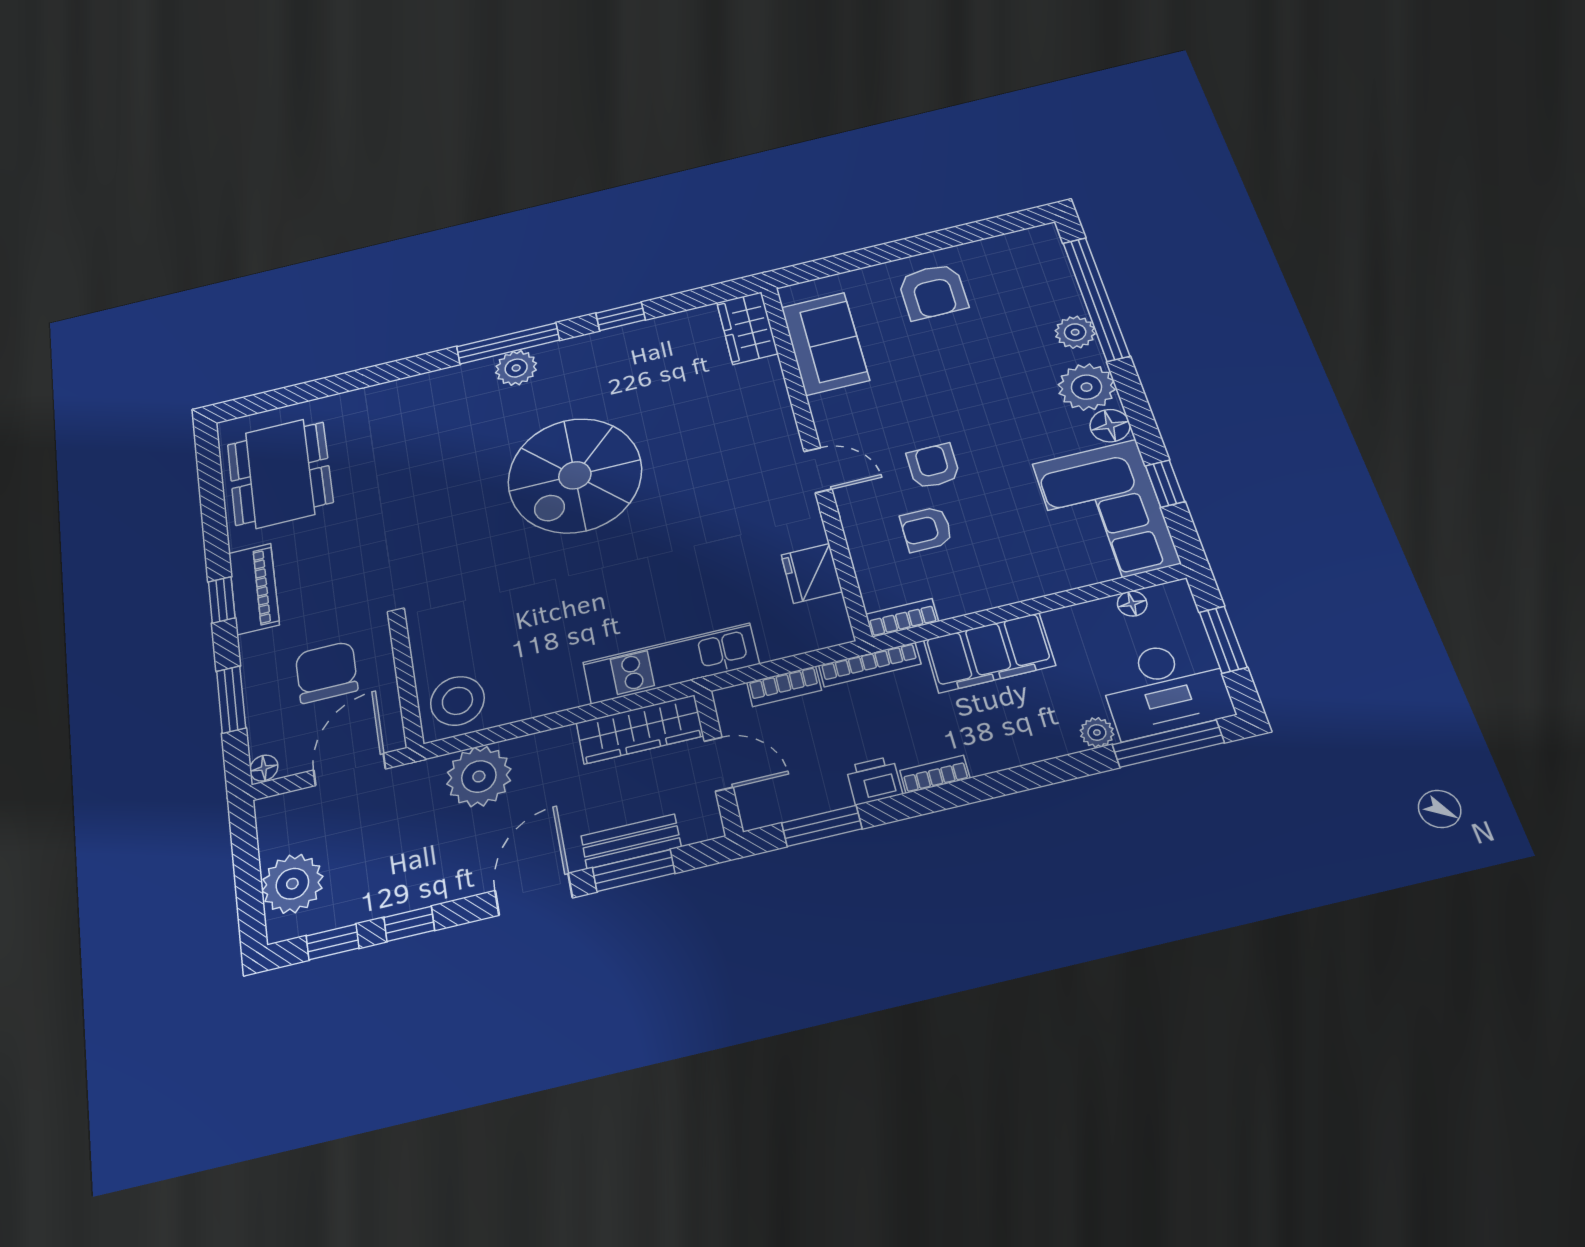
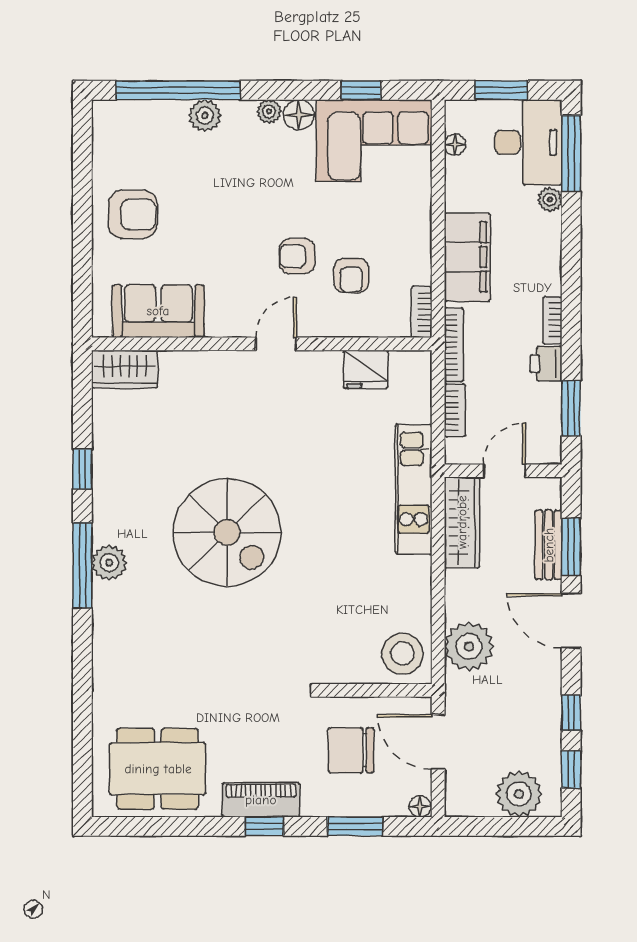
plant: (1086, 387) -> (269, 111), width x0.53, depth x0.53

